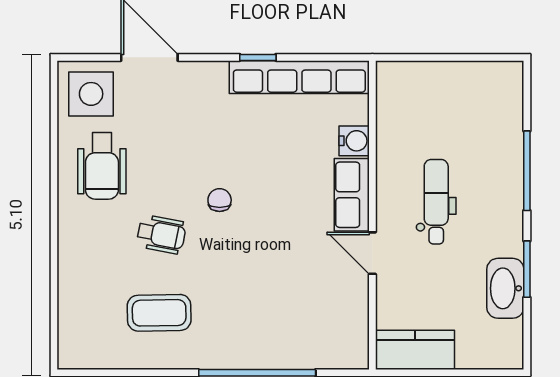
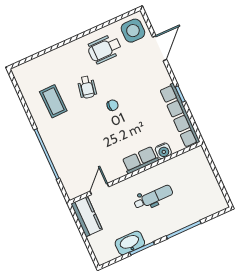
door: (372, 253) -> (99, 189), moved

